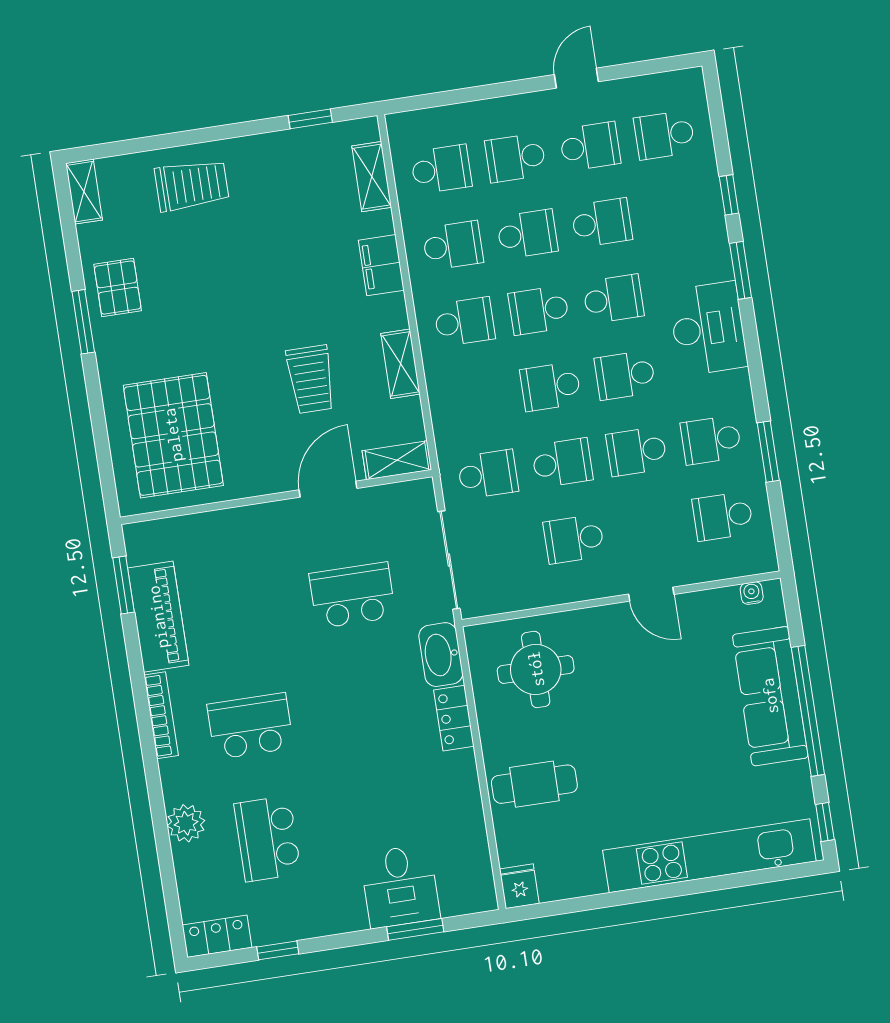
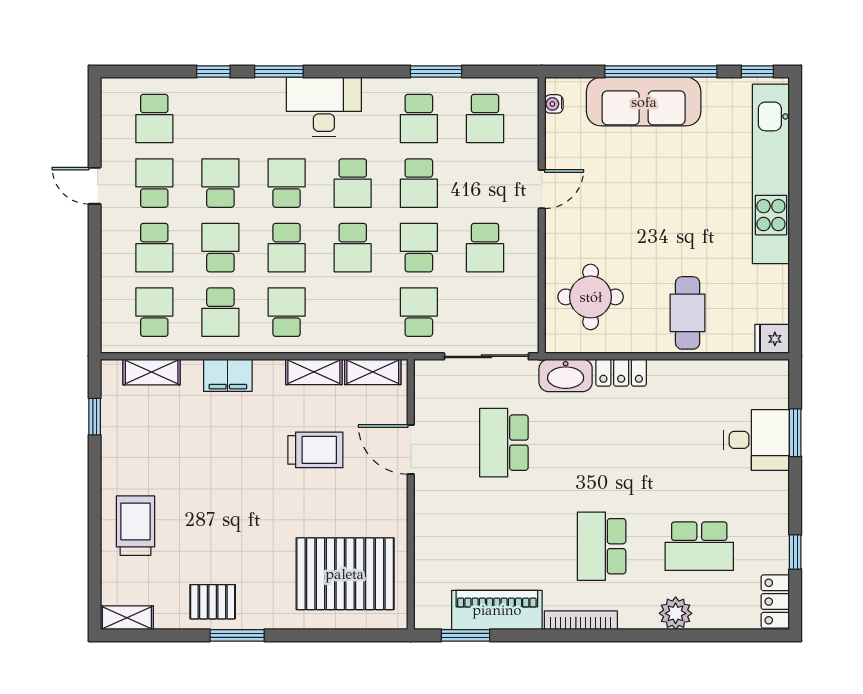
school desk: (453, 245) -> (220, 312), turned 180
shelving: (397, 460) -> (373, 372), moved, turned 90

